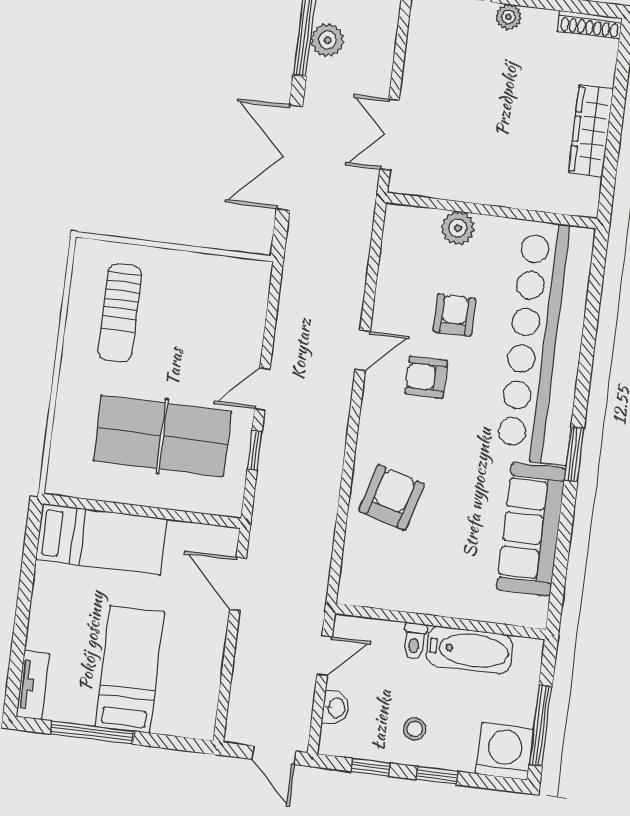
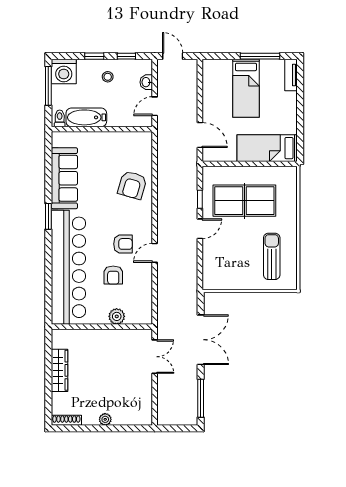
plant: (328, 40) -> (189, 398), removed
toilet: (414, 641) -> (60, 118), moved

